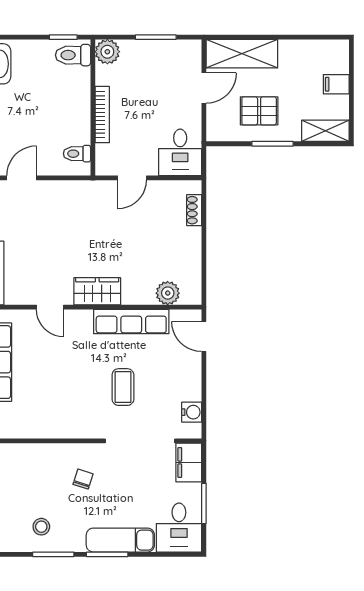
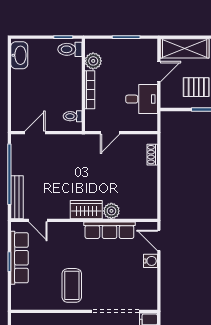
plant: (107, 52) -> (93, 61), moved
desk: (180, 152) -> (142, 99), moved, turned -90
plant: (168, 293) -> (111, 211), moved
door: (50, 307) -> (38, 220), moved
coffee table: (123, 387) -> (72, 285), moved, width x1.36, depth x1.30
water cooler: (192, 412) -> (151, 261), moved

